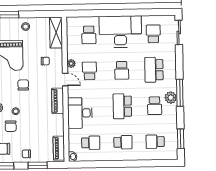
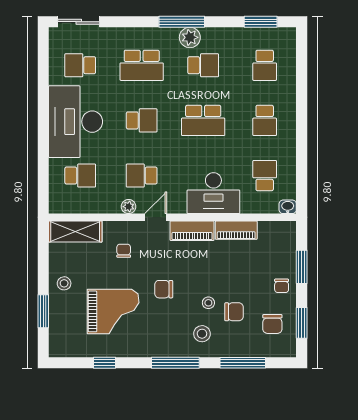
school desk: (123, 142) -> (265, 120), turned 180
piano: (59, 148) -> (236, 230), moved

